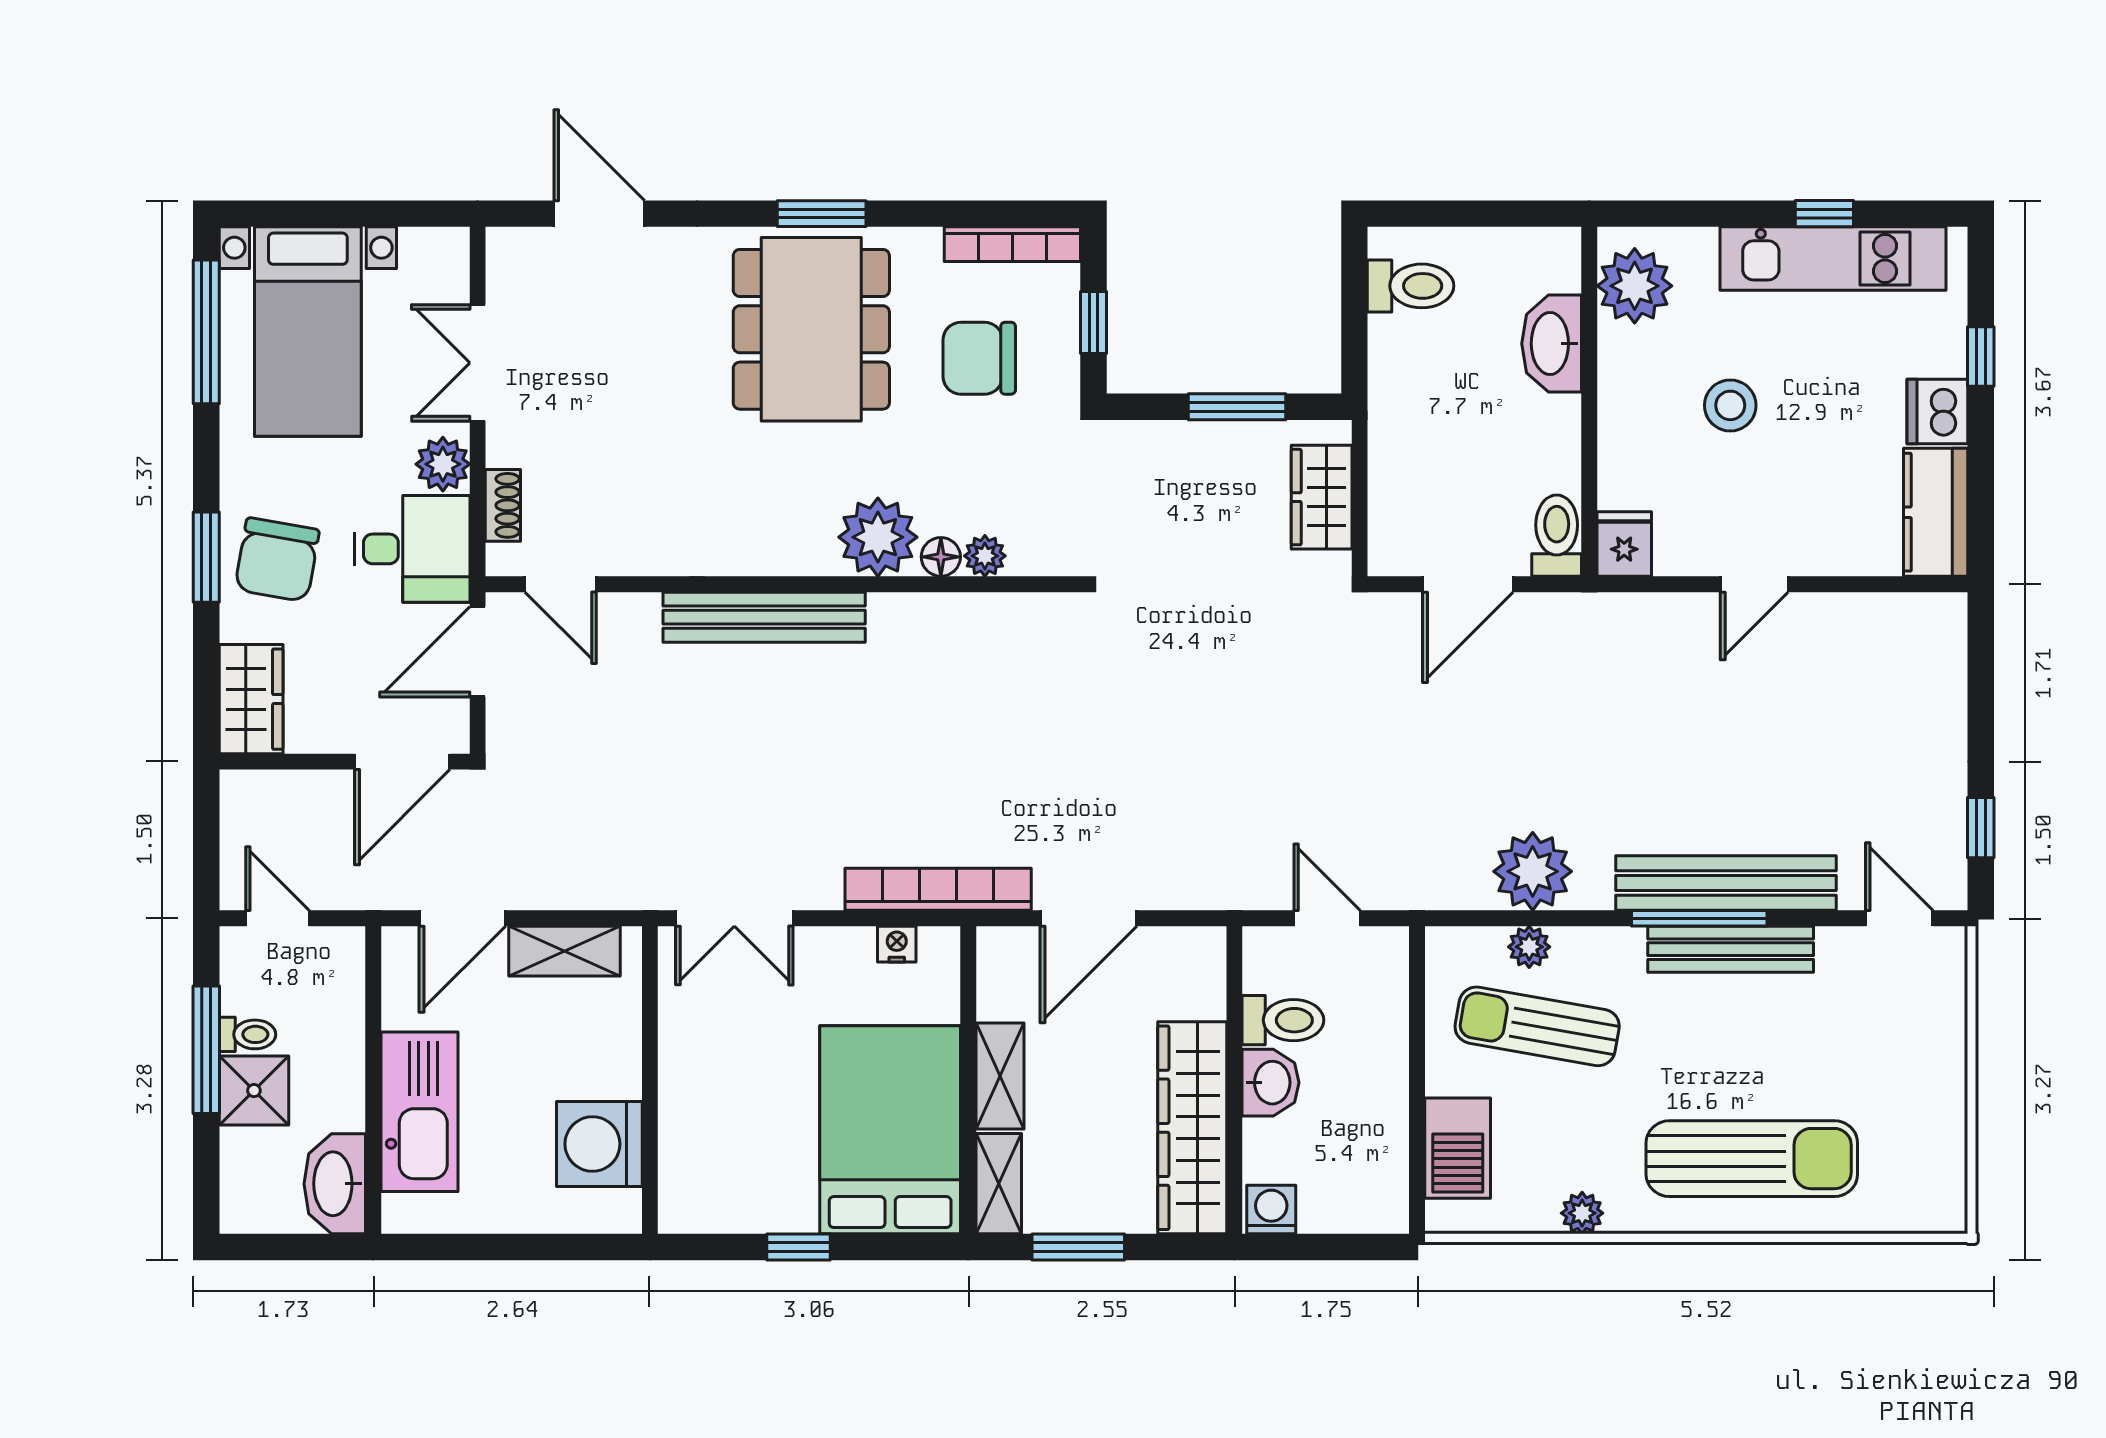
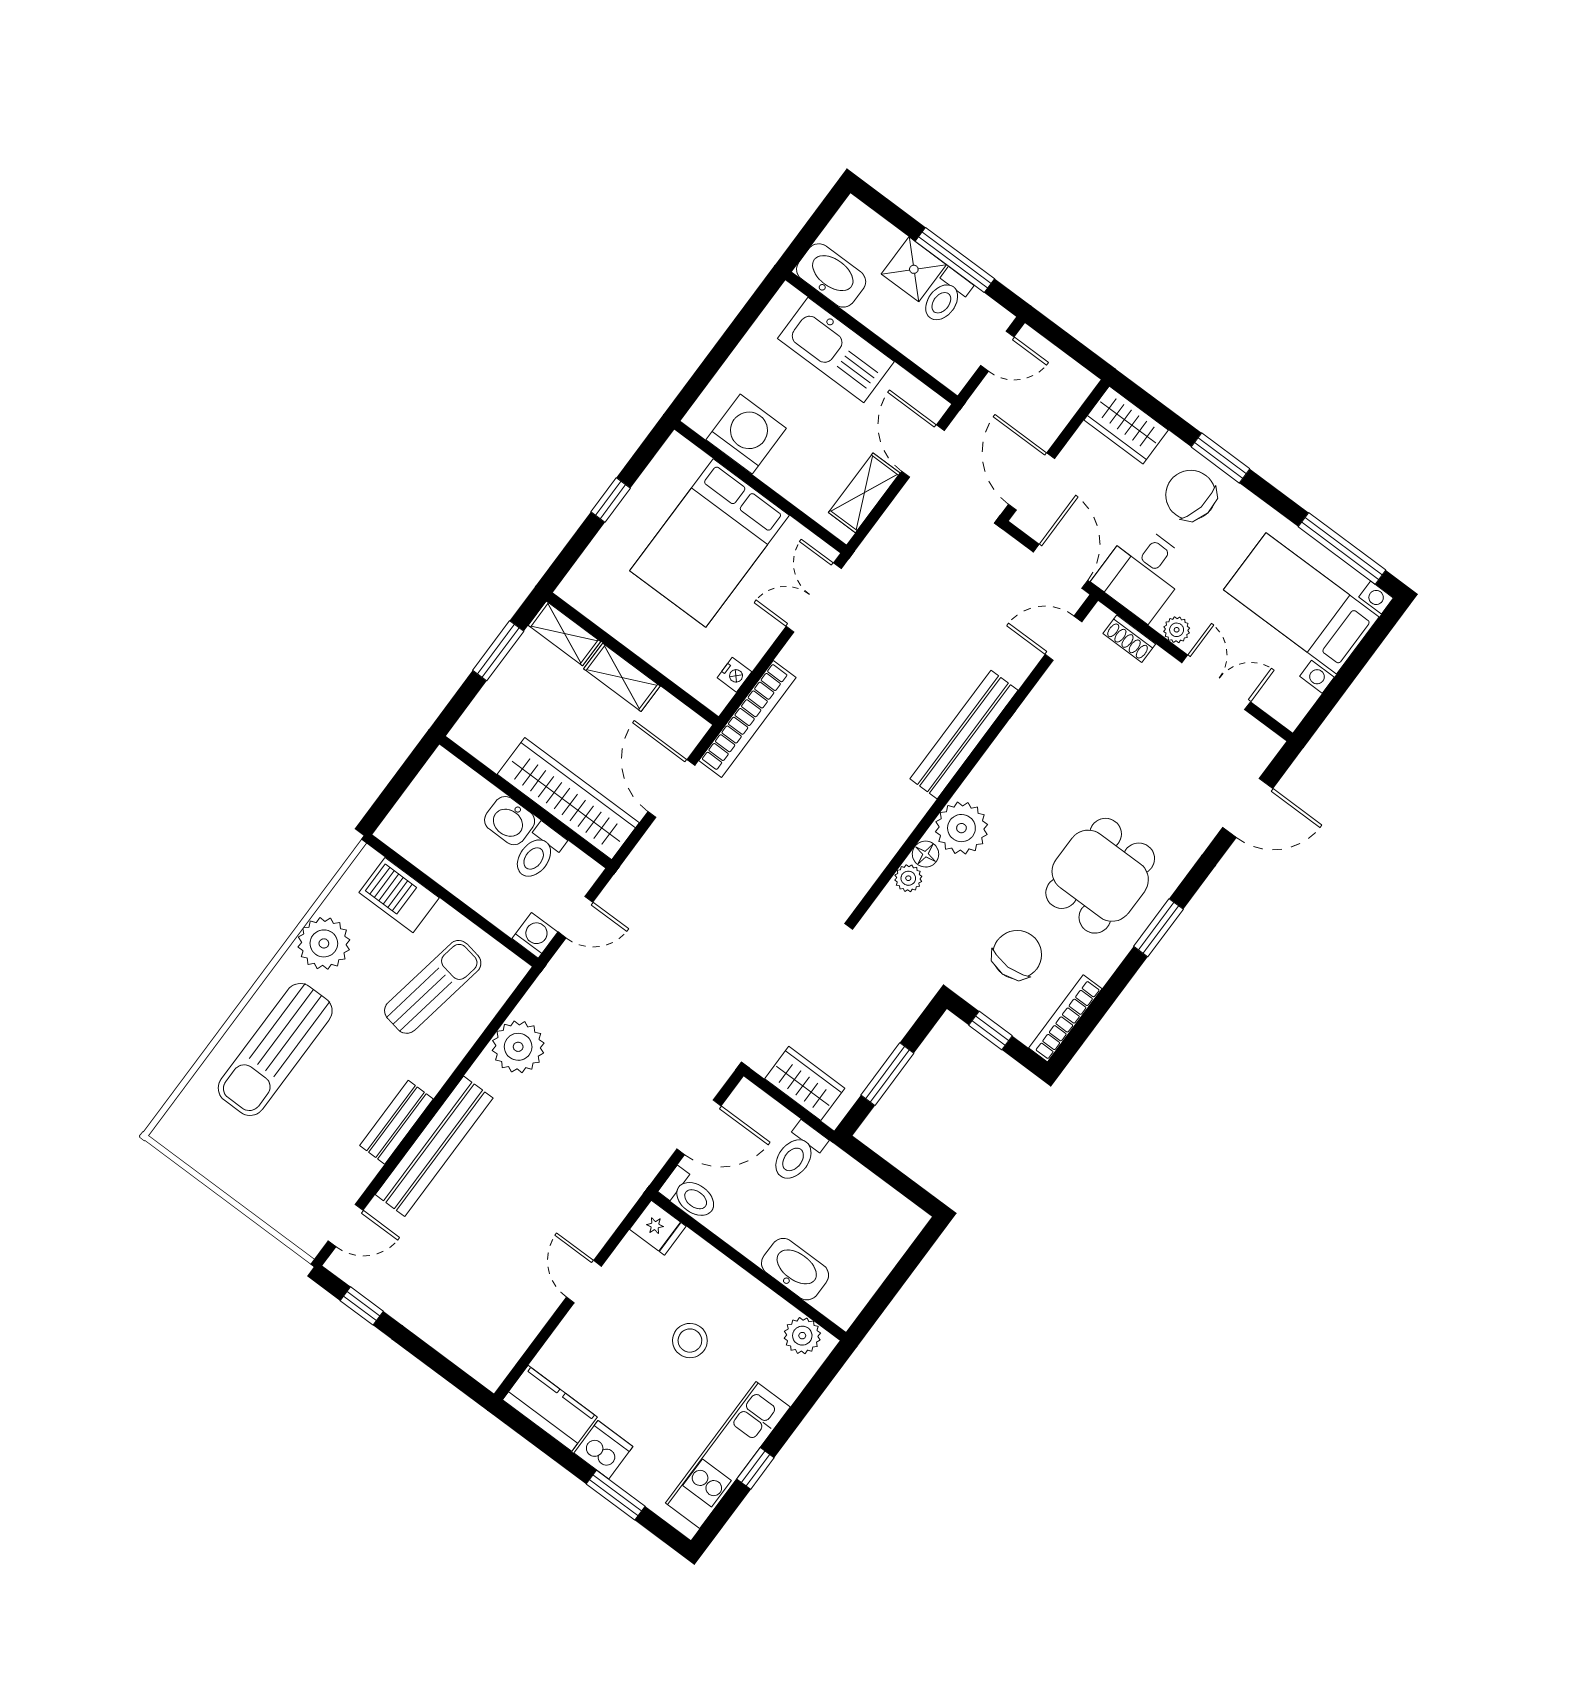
toilet: (1411, 286) -> (798, 1153), moved
plant: (1635, 286) -> (802, 1336), width x0.73, depth x0.73
dining table: (811, 329) -> (1100, 876), width x0.73
window: (1981, 357) -> (616, 1495), width x1.50
plant: (443, 464) -> (1177, 630), width x0.73, depth x0.73
door: (1468, 584) -> (699, 1127), swing flipped
window: (1699, 918) -> (426, 1118), removed
plant: (1529, 947) -> (479, 1015), removed
bench: (1731, 949) -> (397, 1122), width x0.73
toilet: (247, 1034) -> (946, 297), width x1.37, depth x1.39
wardrobe: (1192, 1128) -> (568, 799), moved
bed: (890, 1130) -> (710, 543), moved, turned 90
washing machine: (1271, 1210) -> (535, 935), moved, turned -90
plant: (1582, 1213) -> (324, 943), width x1.88, depth x1.88

